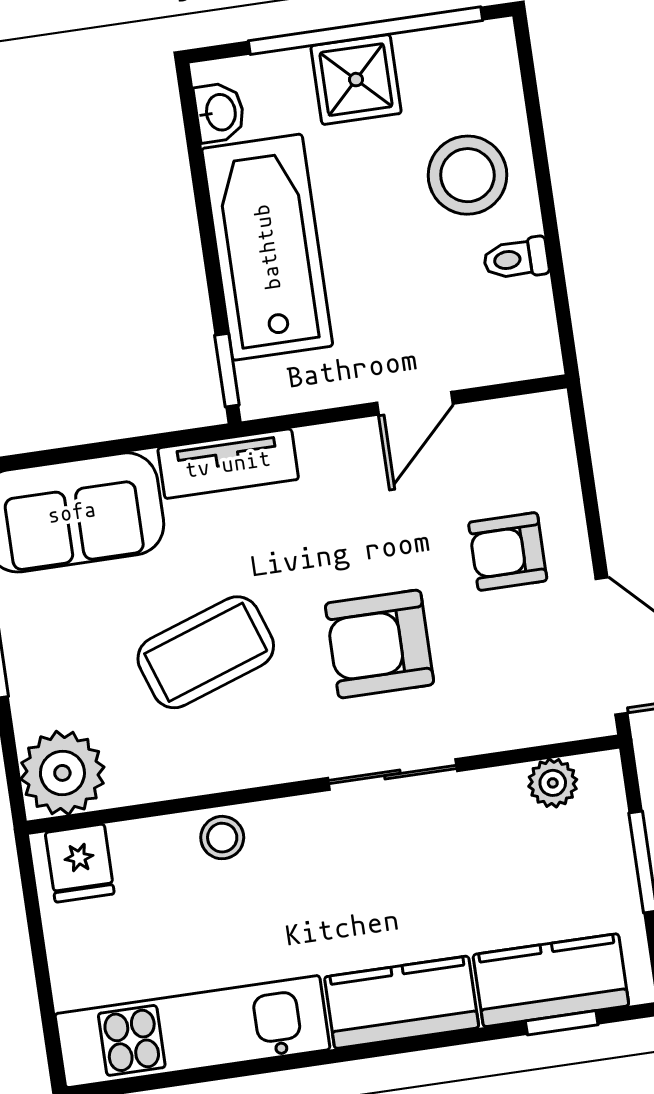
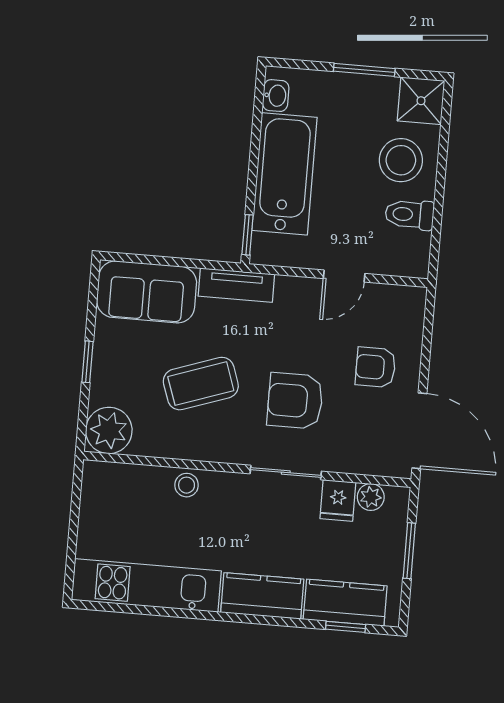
window: (365, 31) -> (364, 70), width x0.47
shower: (356, 80) -> (421, 101), moved
toilet: (516, 259) -> (409, 215), width x1.37, depth x1.39
fridge: (80, 863) -> (338, 500), moved

